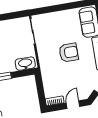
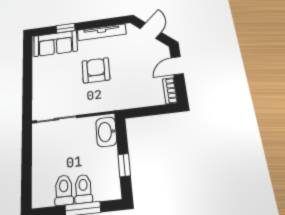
door: (73, 105) -> (177, 66), hinge flipped

